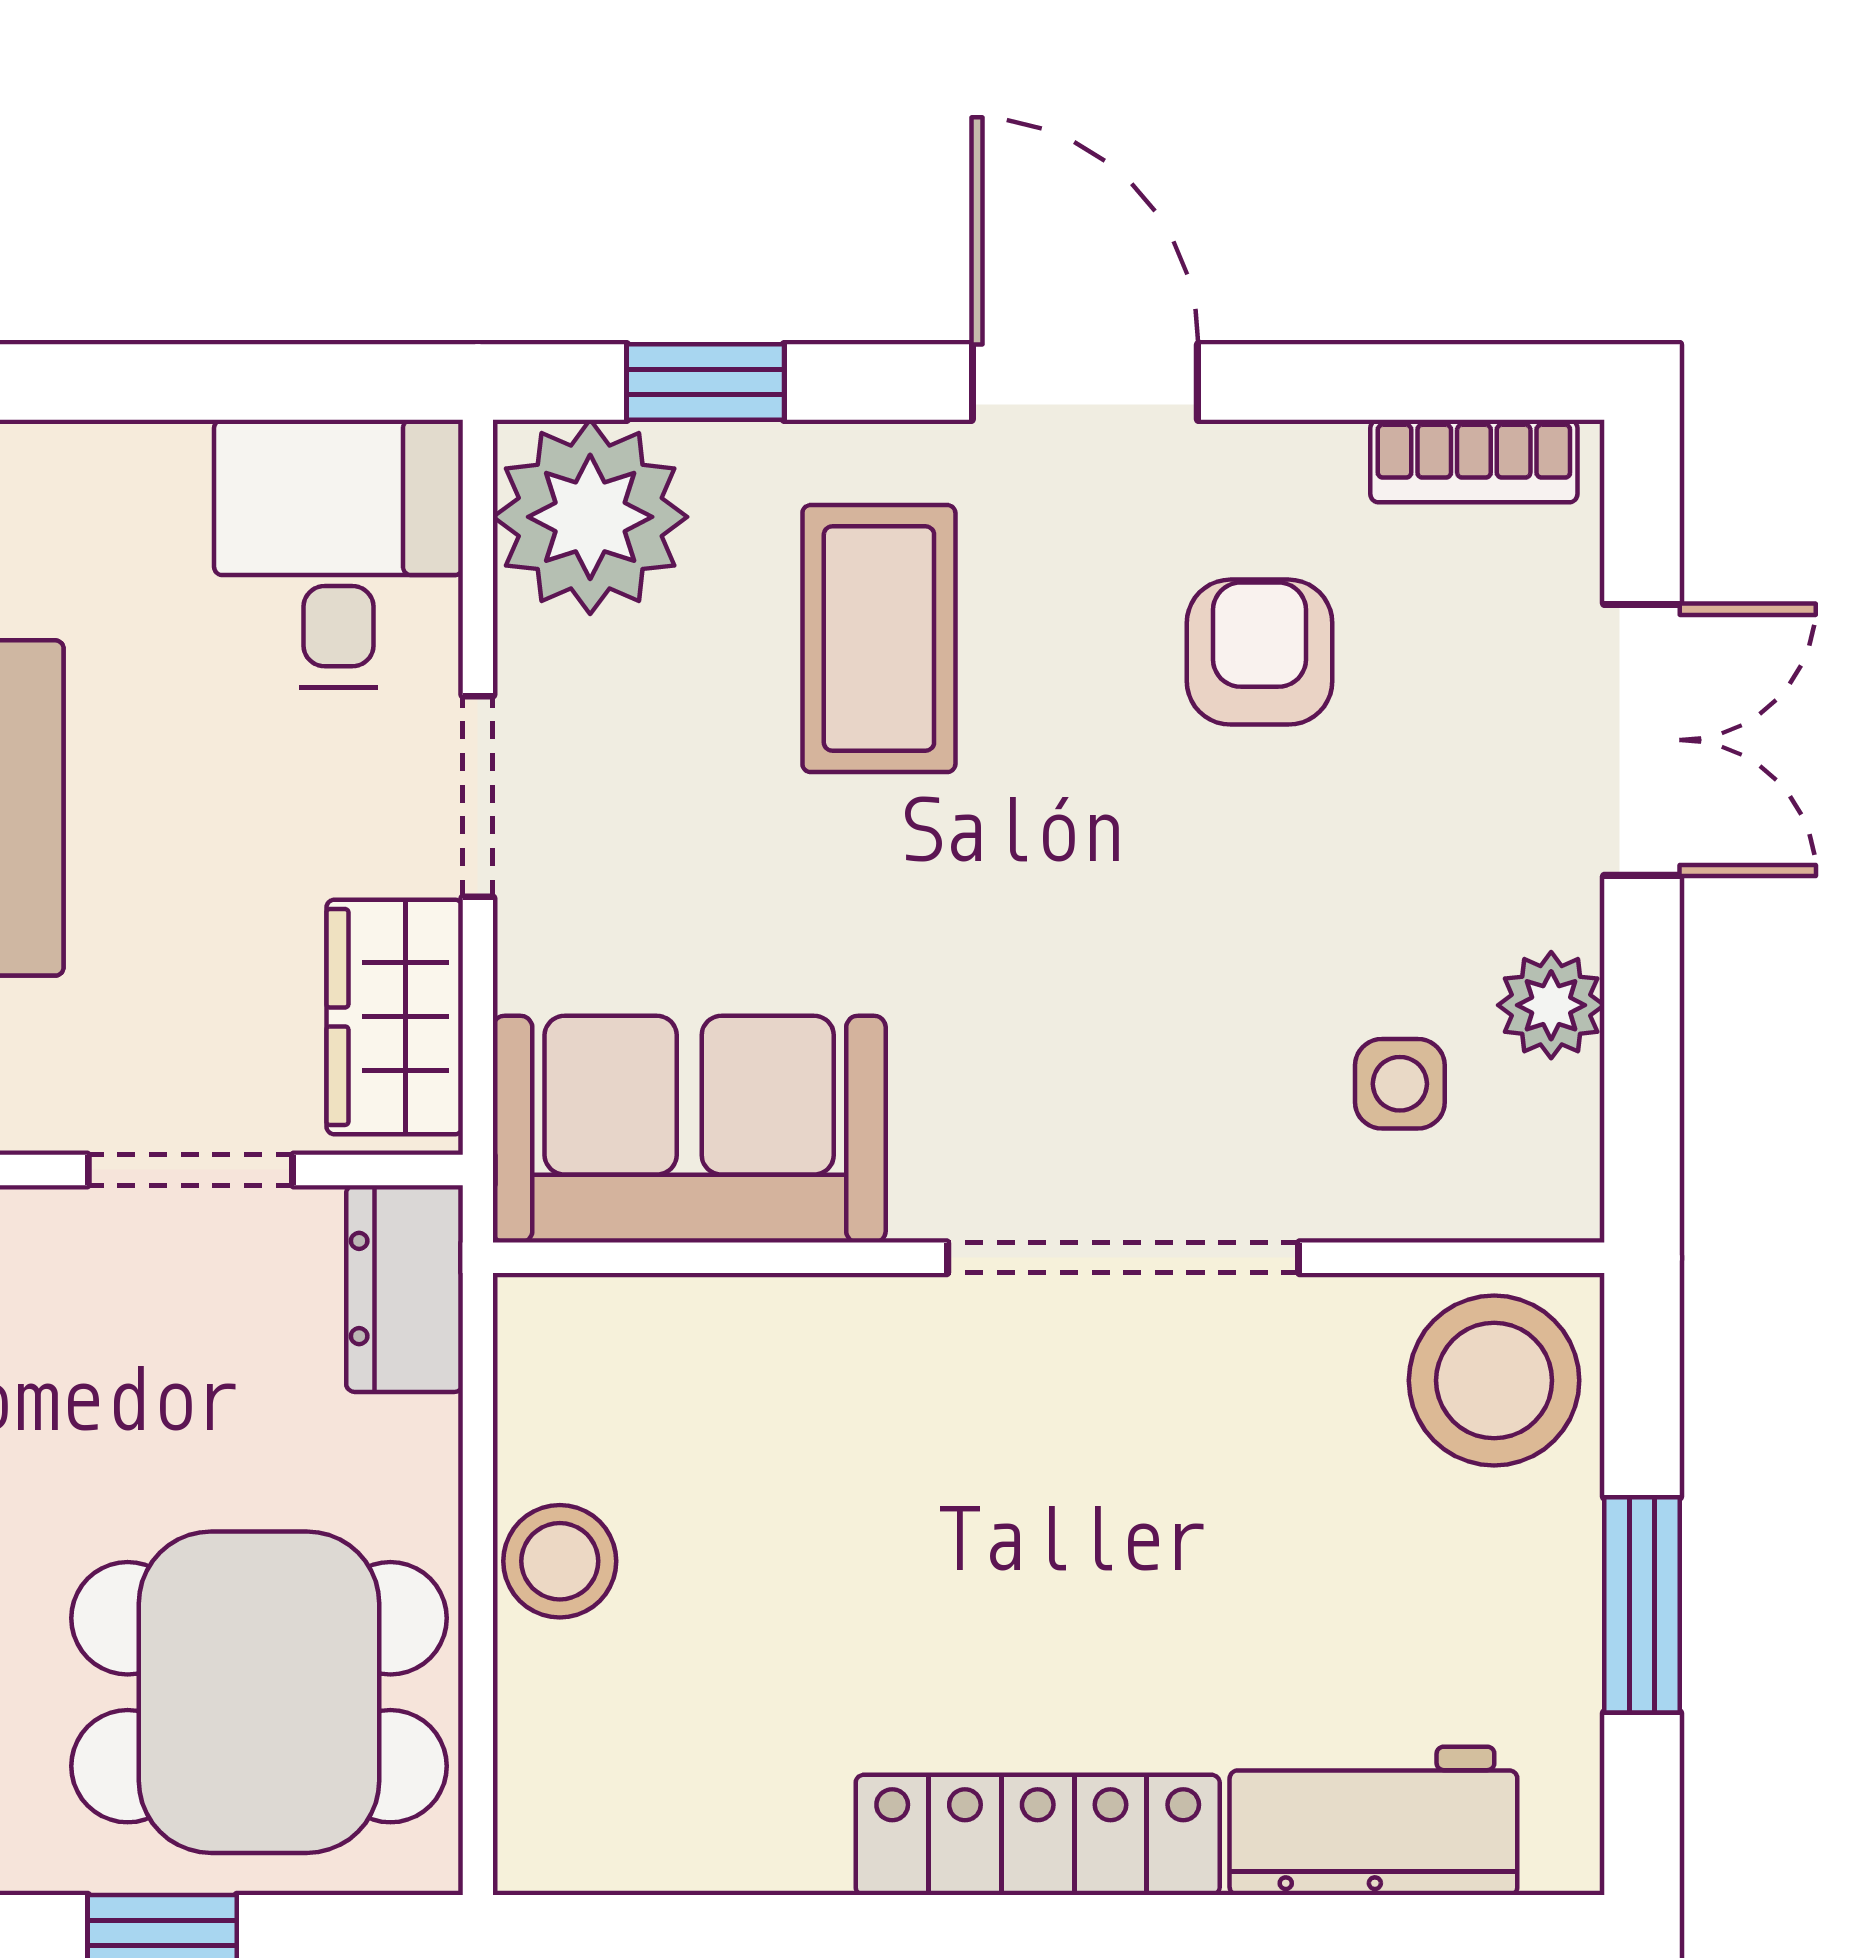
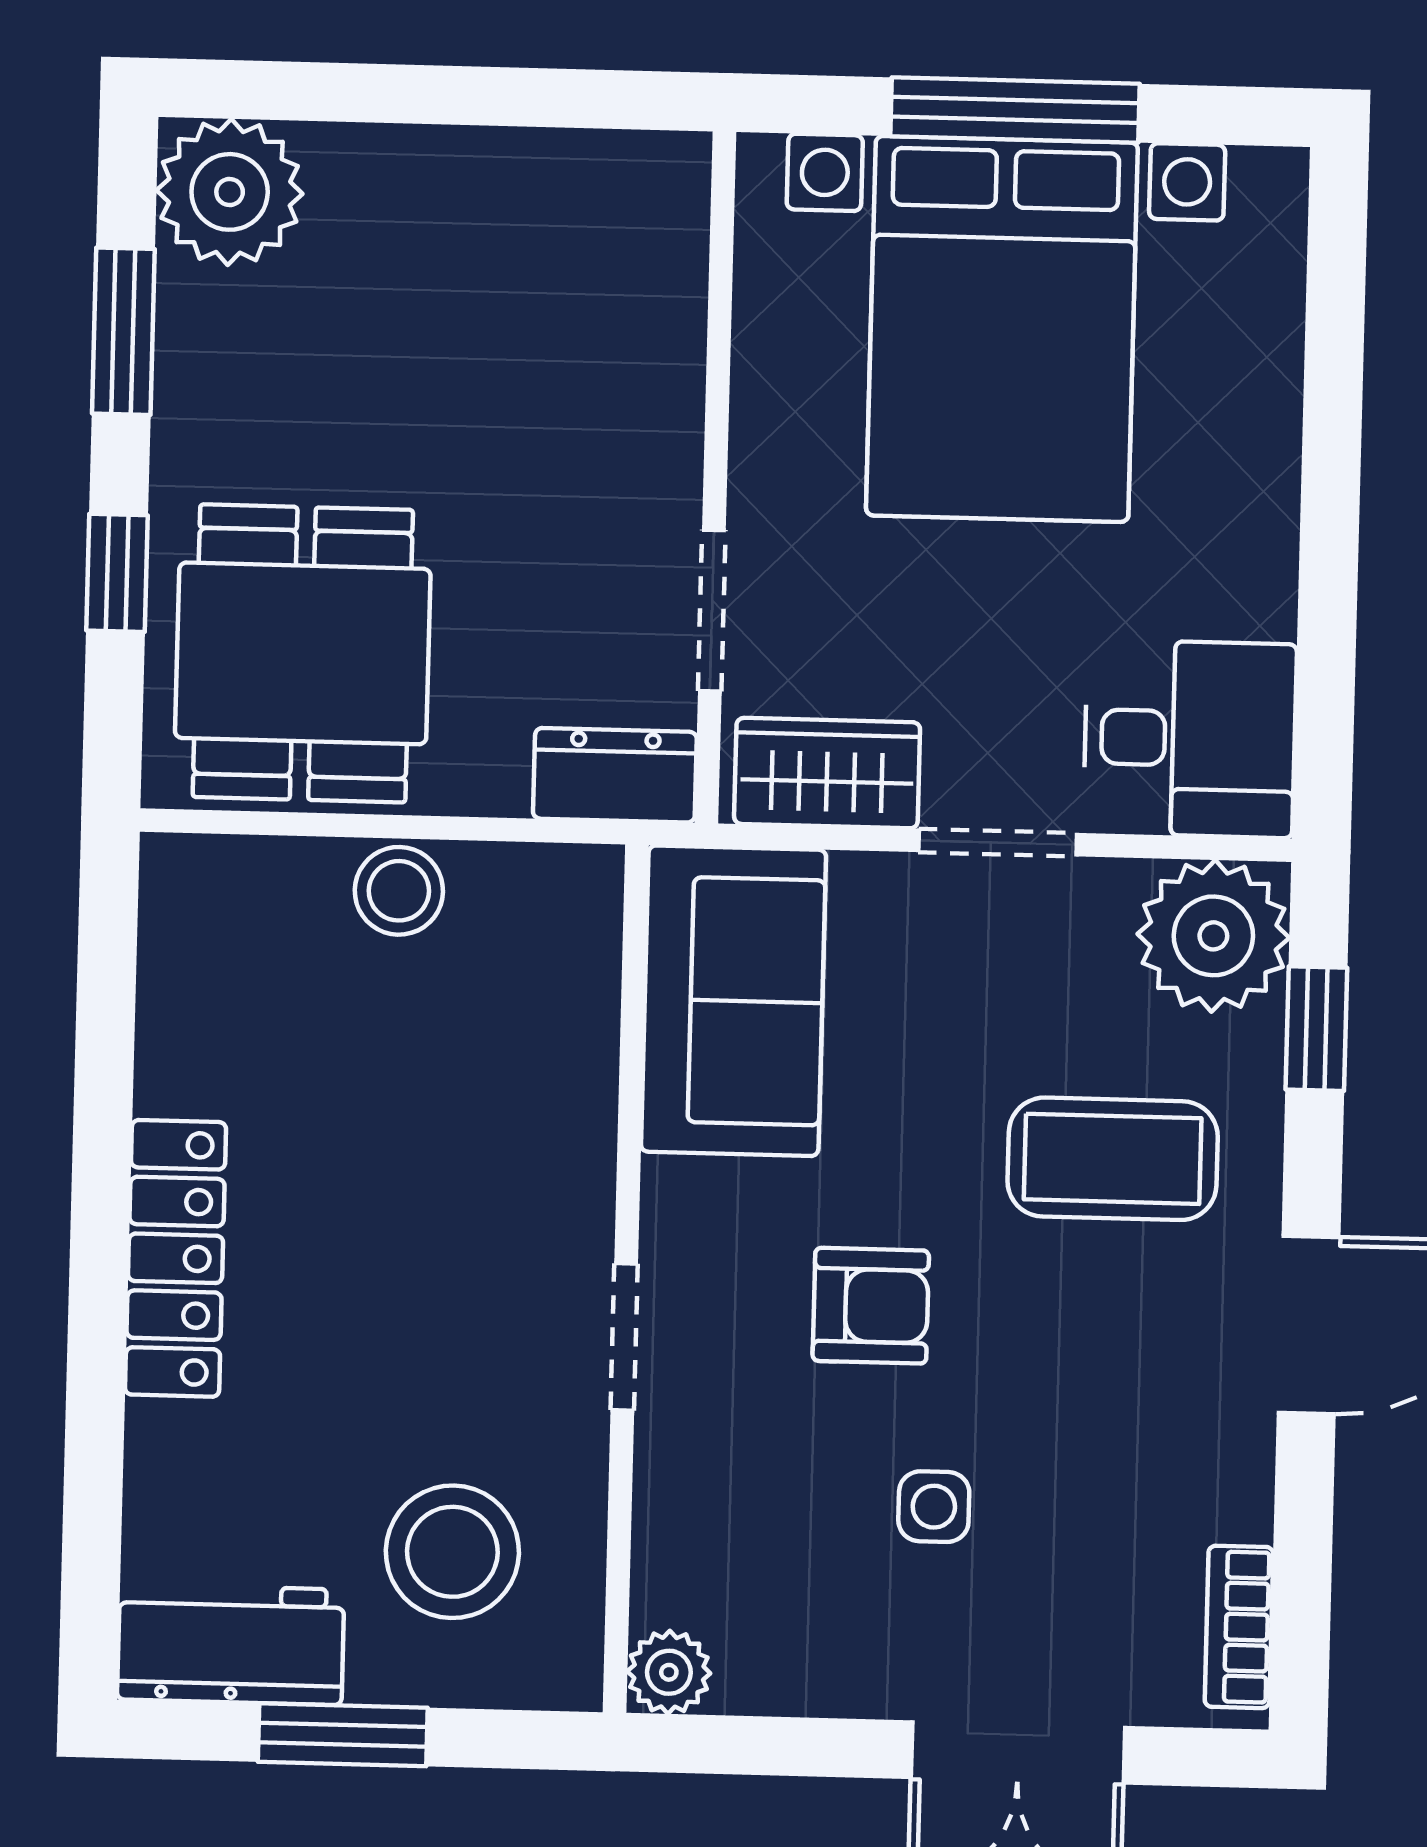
armchair: (1260, 652) -> (871, 1306), moved
plant: (1551, 1005) -> (669, 1672), moved
side table: (1400, 1084) -> (934, 1507), moved
doorway: (1123, 1258) -> (624, 1337), width x0.53
stool: (1494, 1380) -> (452, 1552), moved
workbench: (1373, 1821) -> (231, 1644), moved, turned -90

